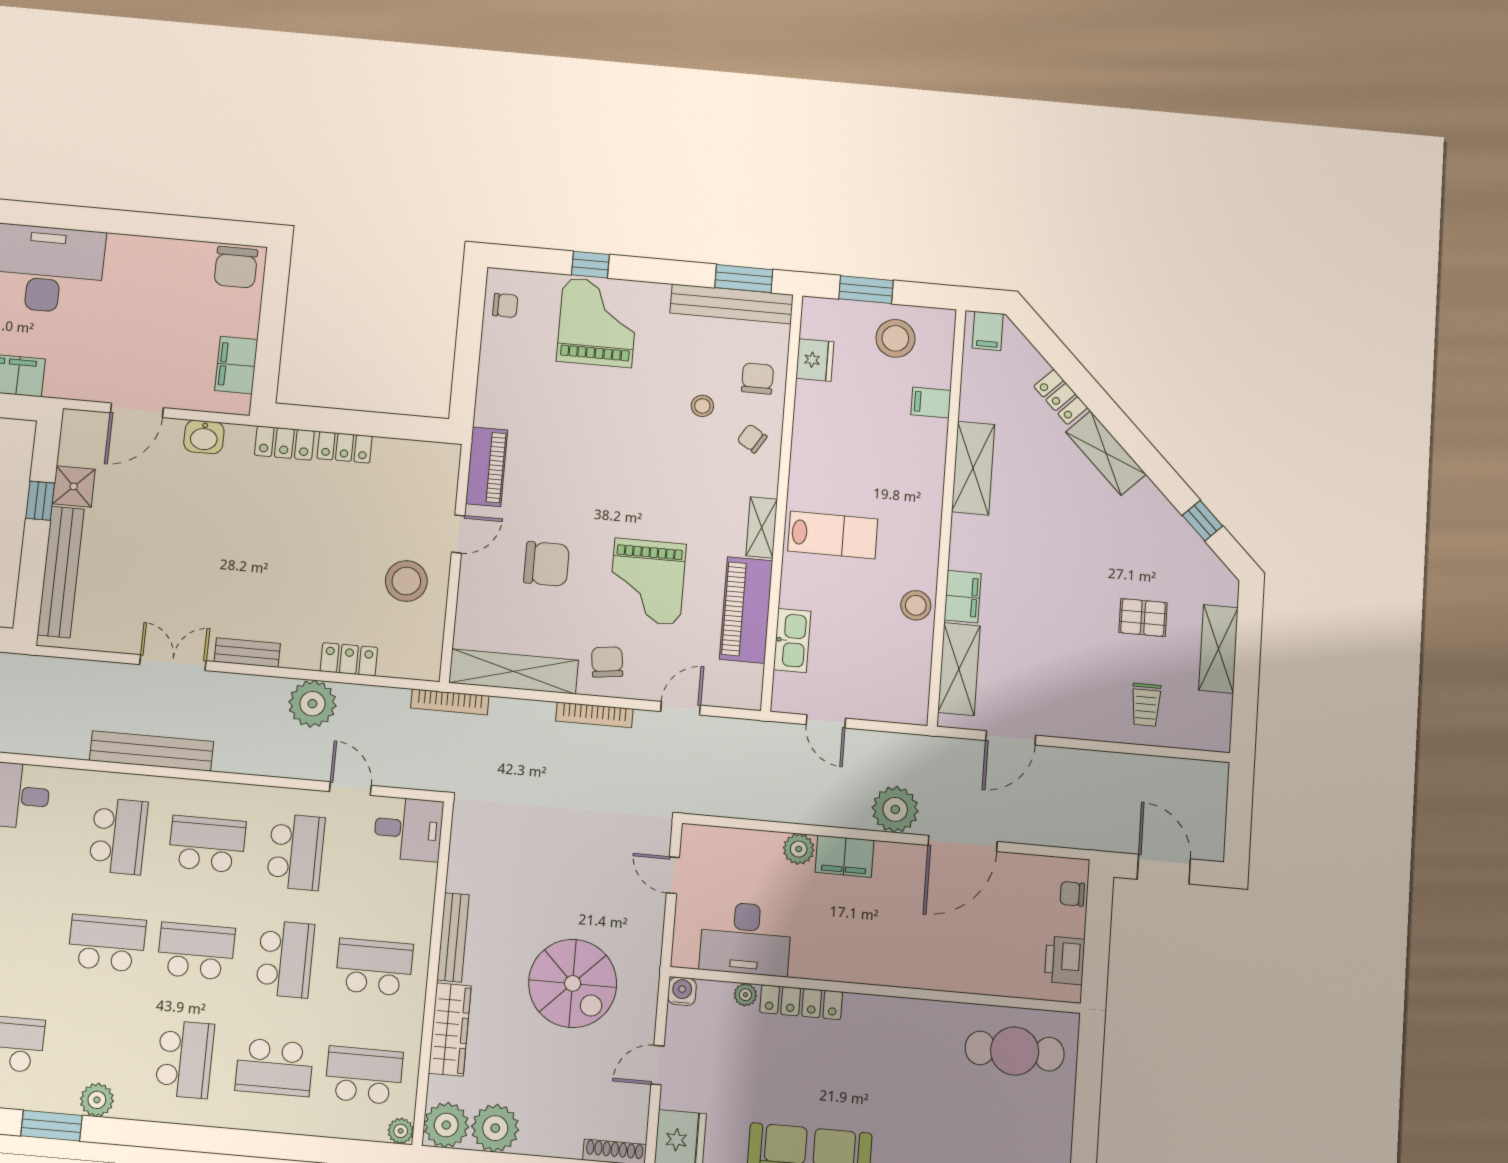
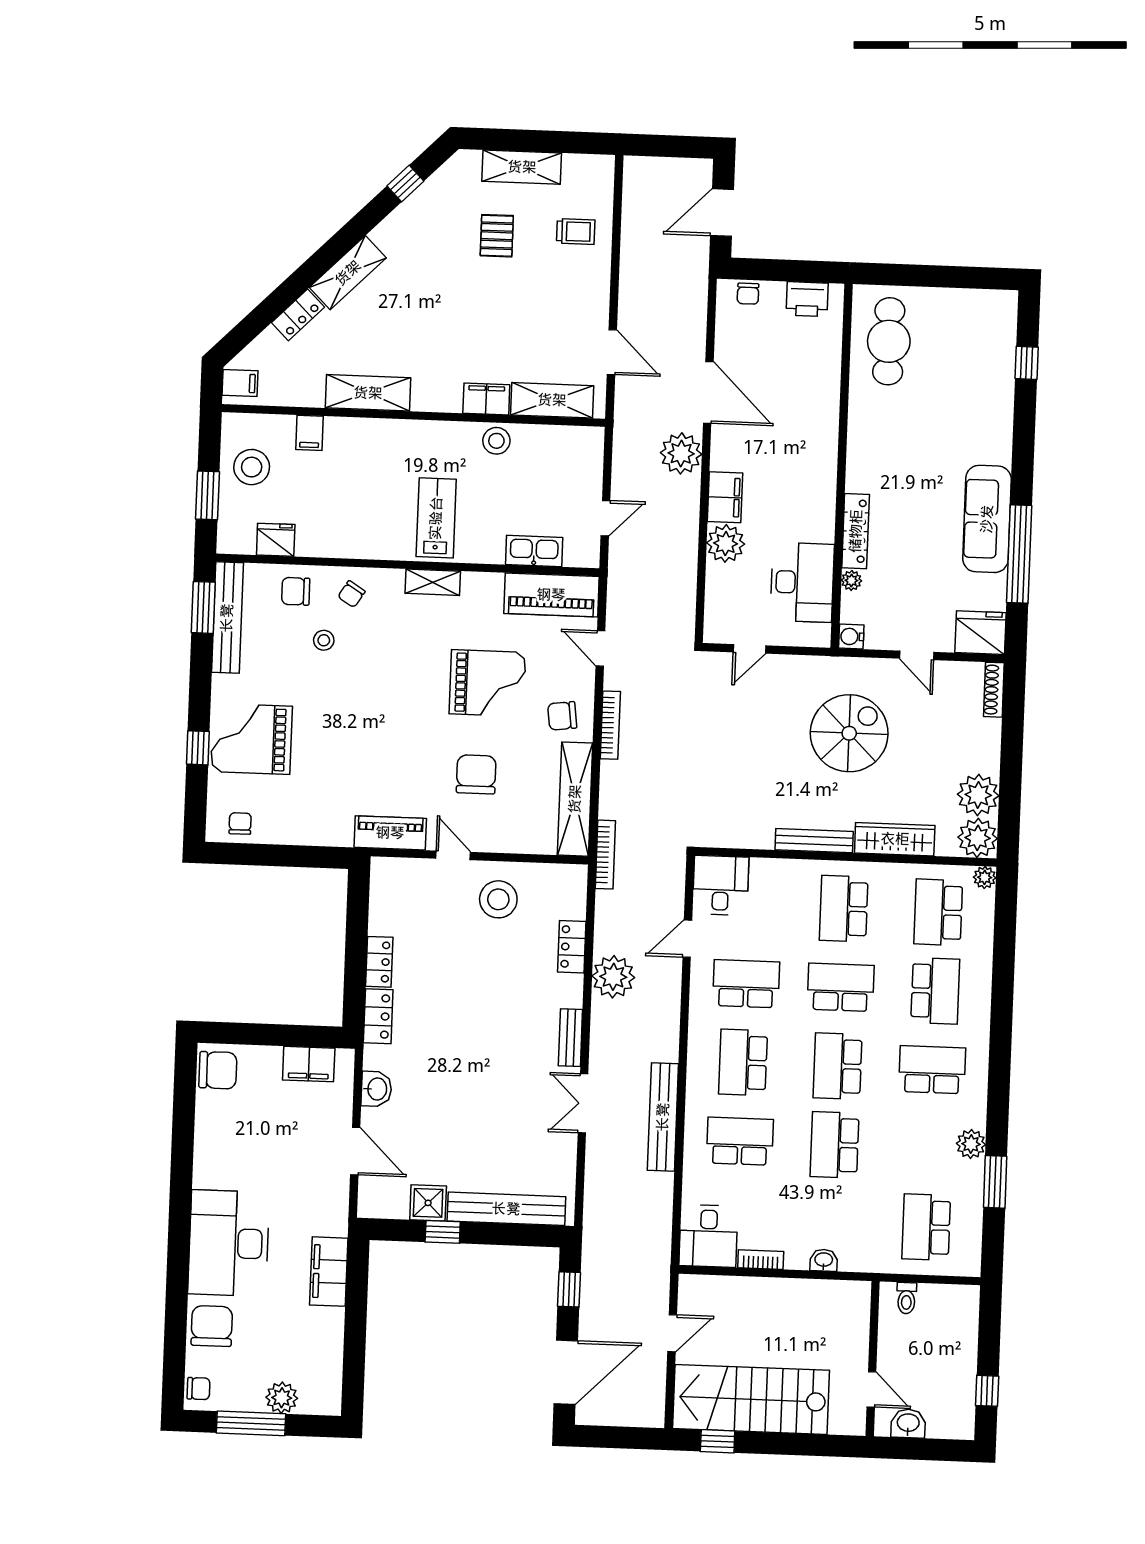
piano: (746, 610) -> (551, 595), moved
plant: (799, 849) -> (726, 543), width x1.36, depth x1.36

